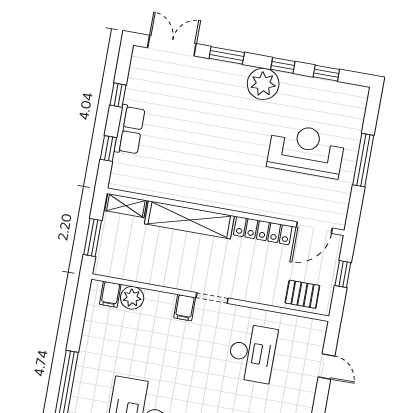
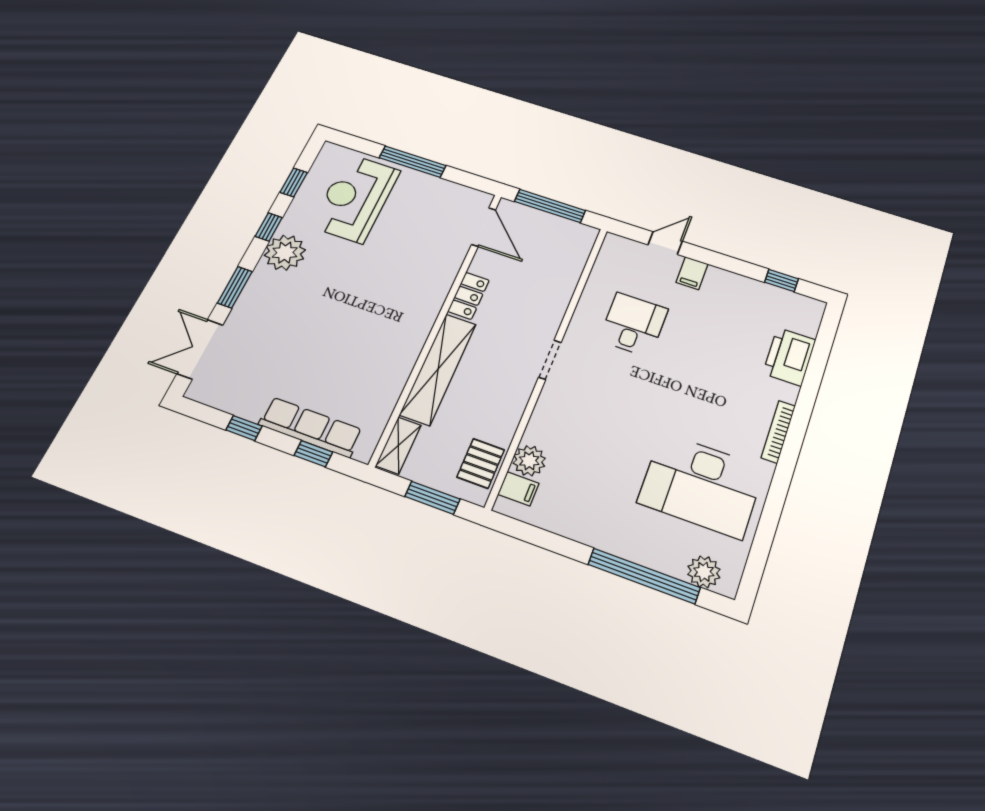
row of seats: (130, 130) -> (310, 427), width x1.48
reception desk: (306, 151) -> (355, 198), moved
locker: (263, 231) -> (469, 296), width x0.66
window: (343, 274) -> (550, 206), width x2.17
pallet: (302, 294) -> (481, 463), moved
filing cabinet: (185, 308) -> (692, 273), moved, turned 90
desk: (252, 353) -> (633, 325), width x0.73

